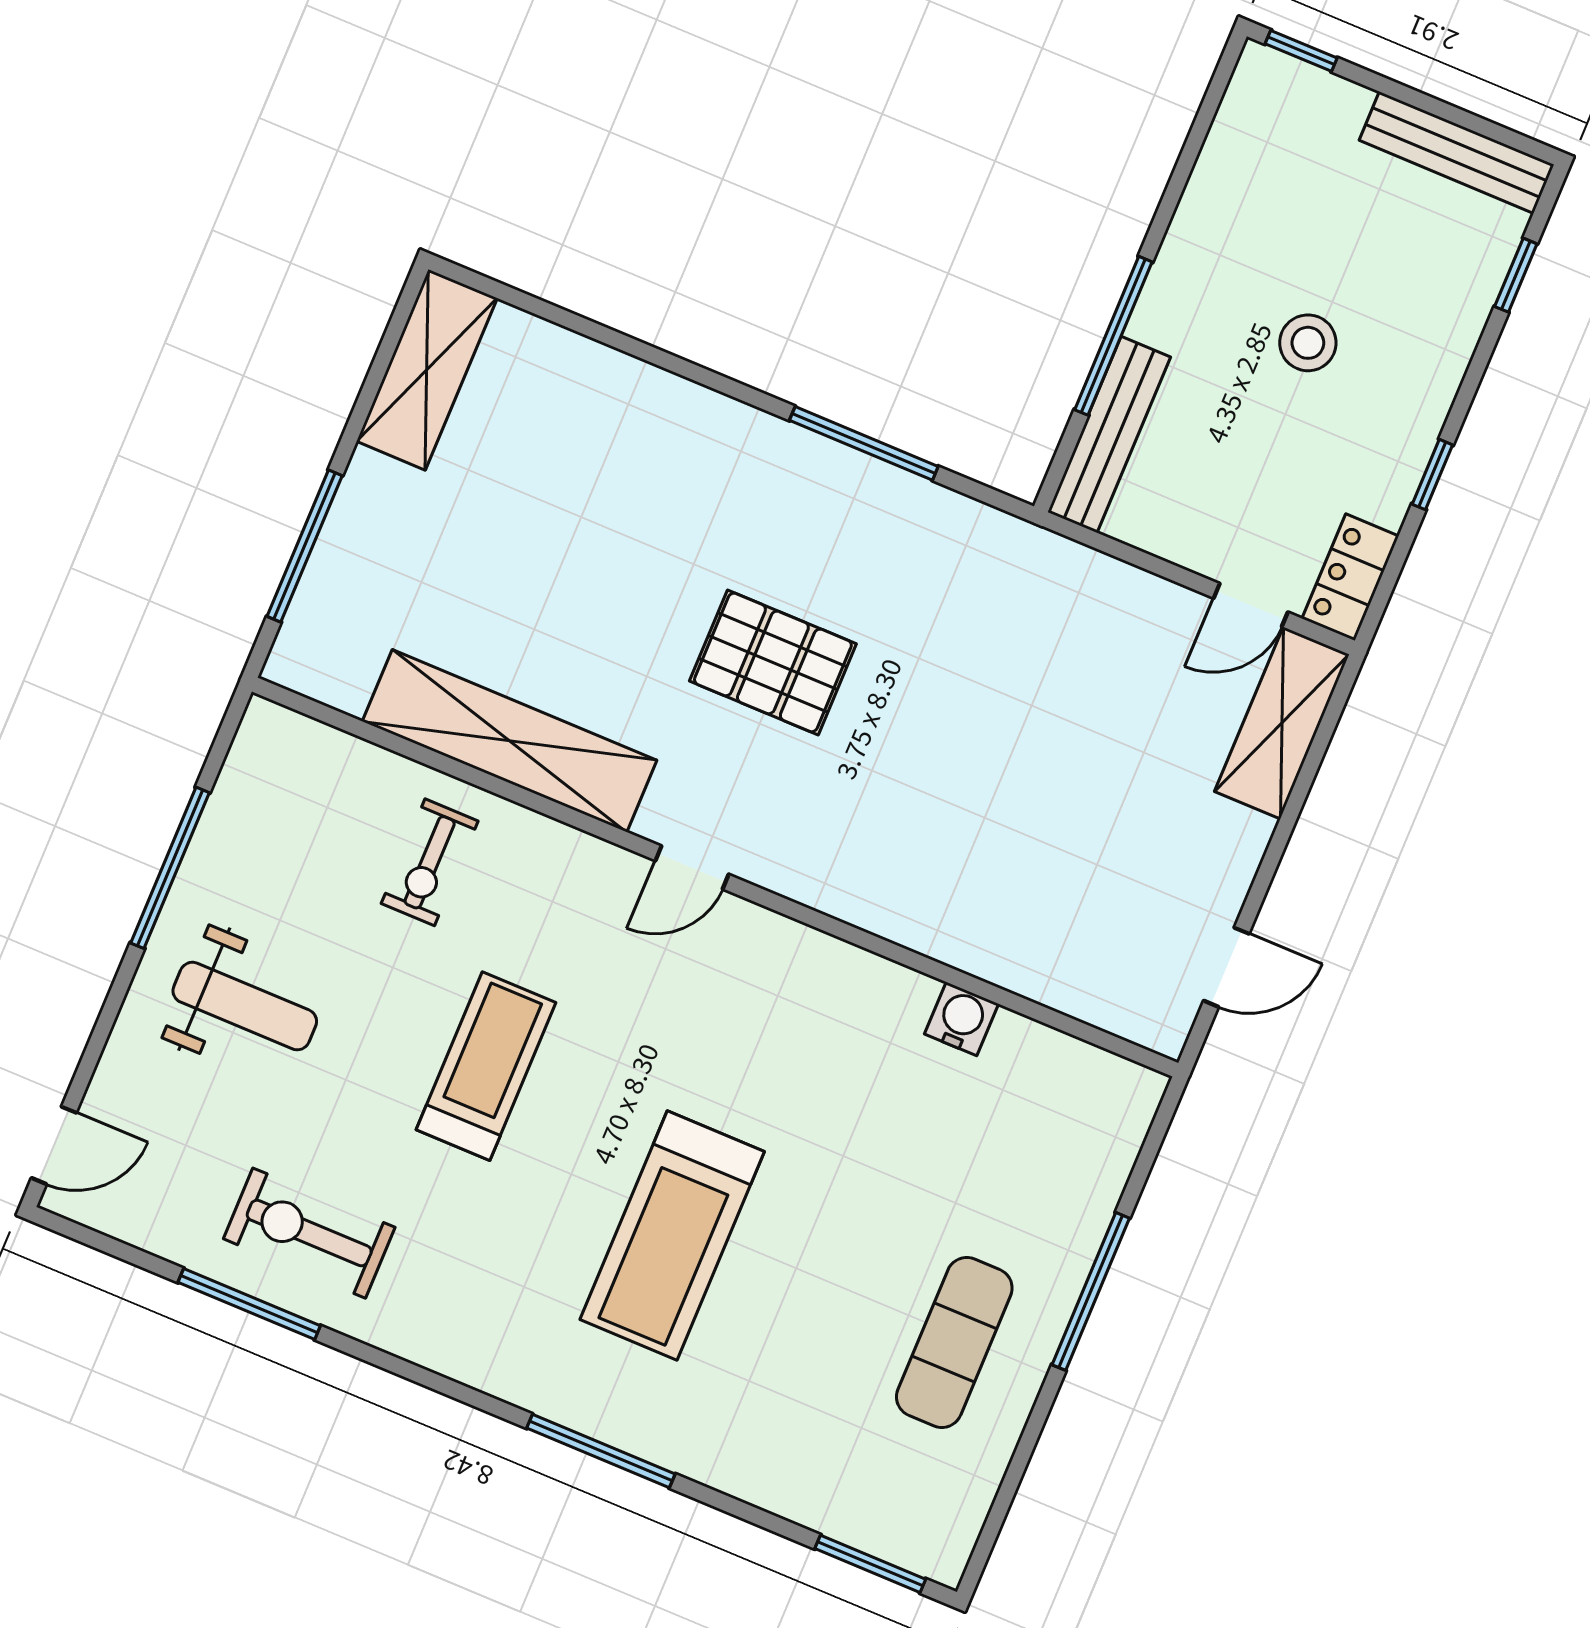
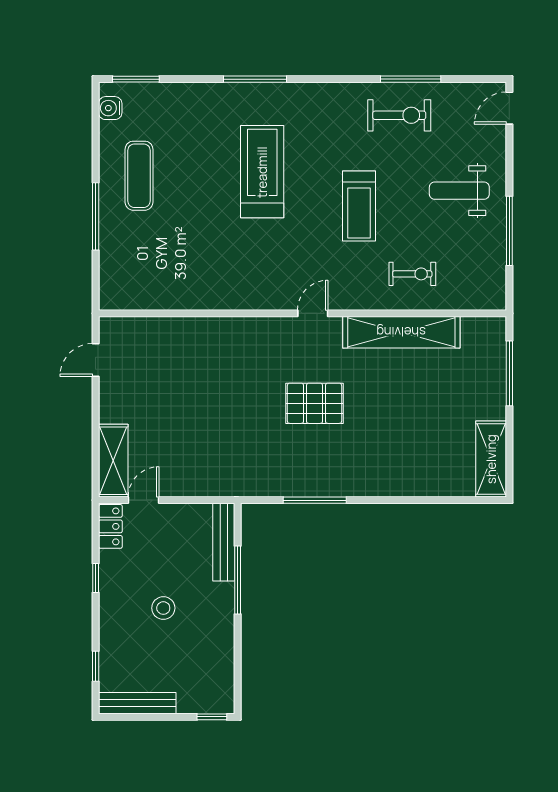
exercise bike: (430, 862) -> (412, 274), turned 90
water cooler: (961, 1019) -> (110, 108), moved, turned 90

